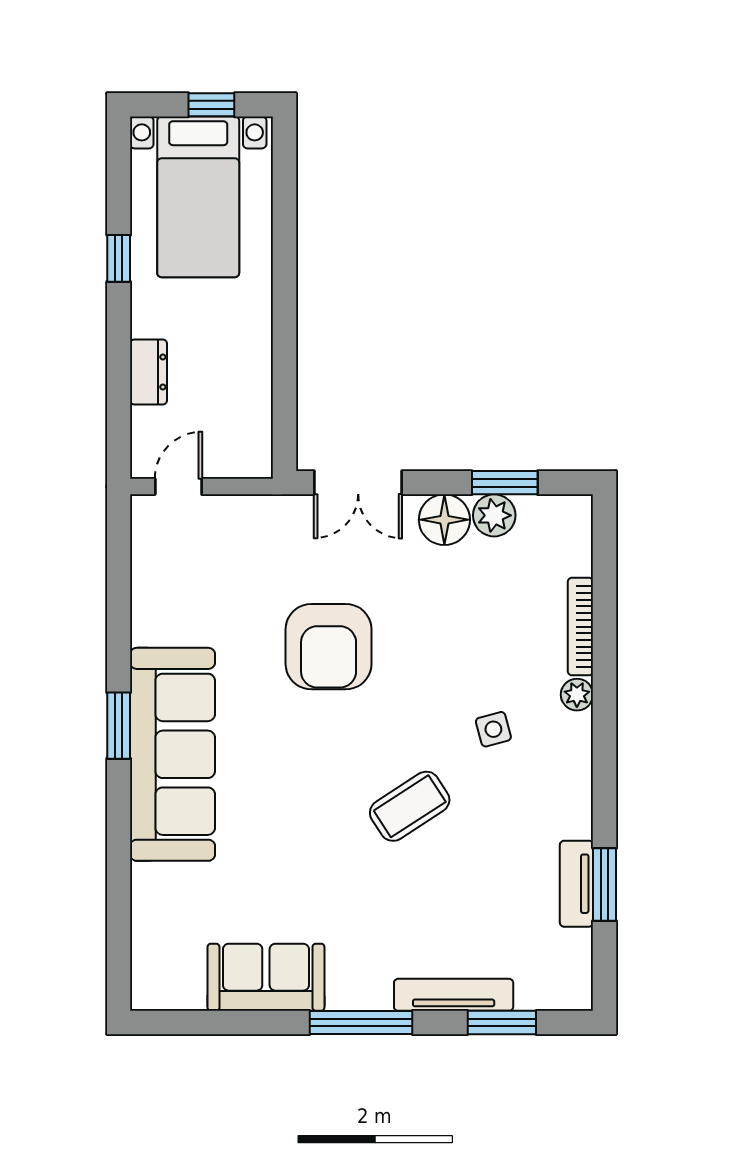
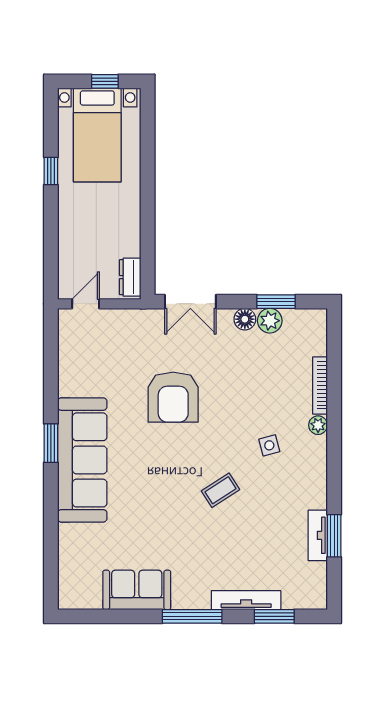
dresser: (149, 372) -> (130, 277), moved, turned 180
floor lamp: (444, 520) -> (245, 319), width x0.73, depth x0.73
coffee table: (410, 806) -> (220, 490), width x0.73, depth x0.77

